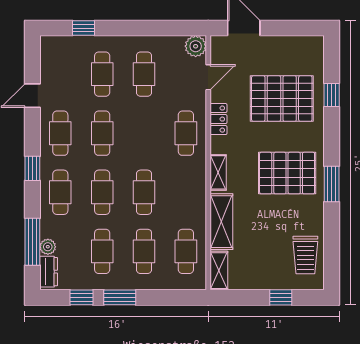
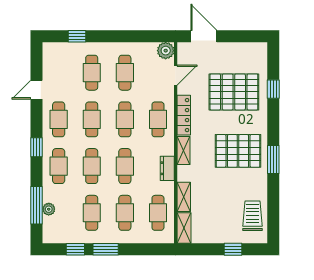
locker: (218, 119) -> (184, 115), width x1.53
cafe table: (144, 133) -> (125, 119), added
shelving: (221, 222) -> (184, 197), width x0.67, depth x0.75
trolley: (305, 255) -> (252, 216), turned 180
dresser: (49, 272) -> (167, 168), moved, turned 180

